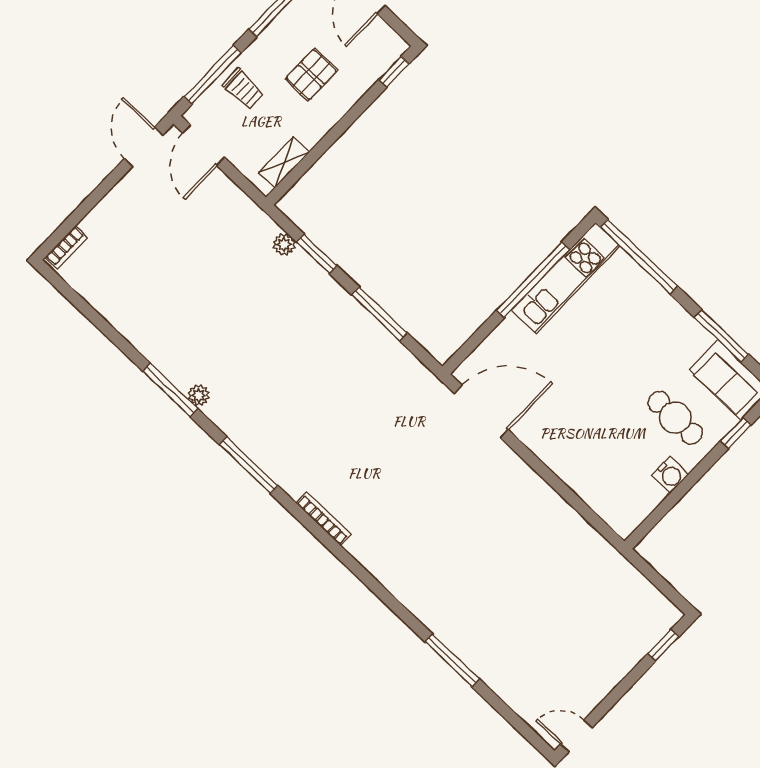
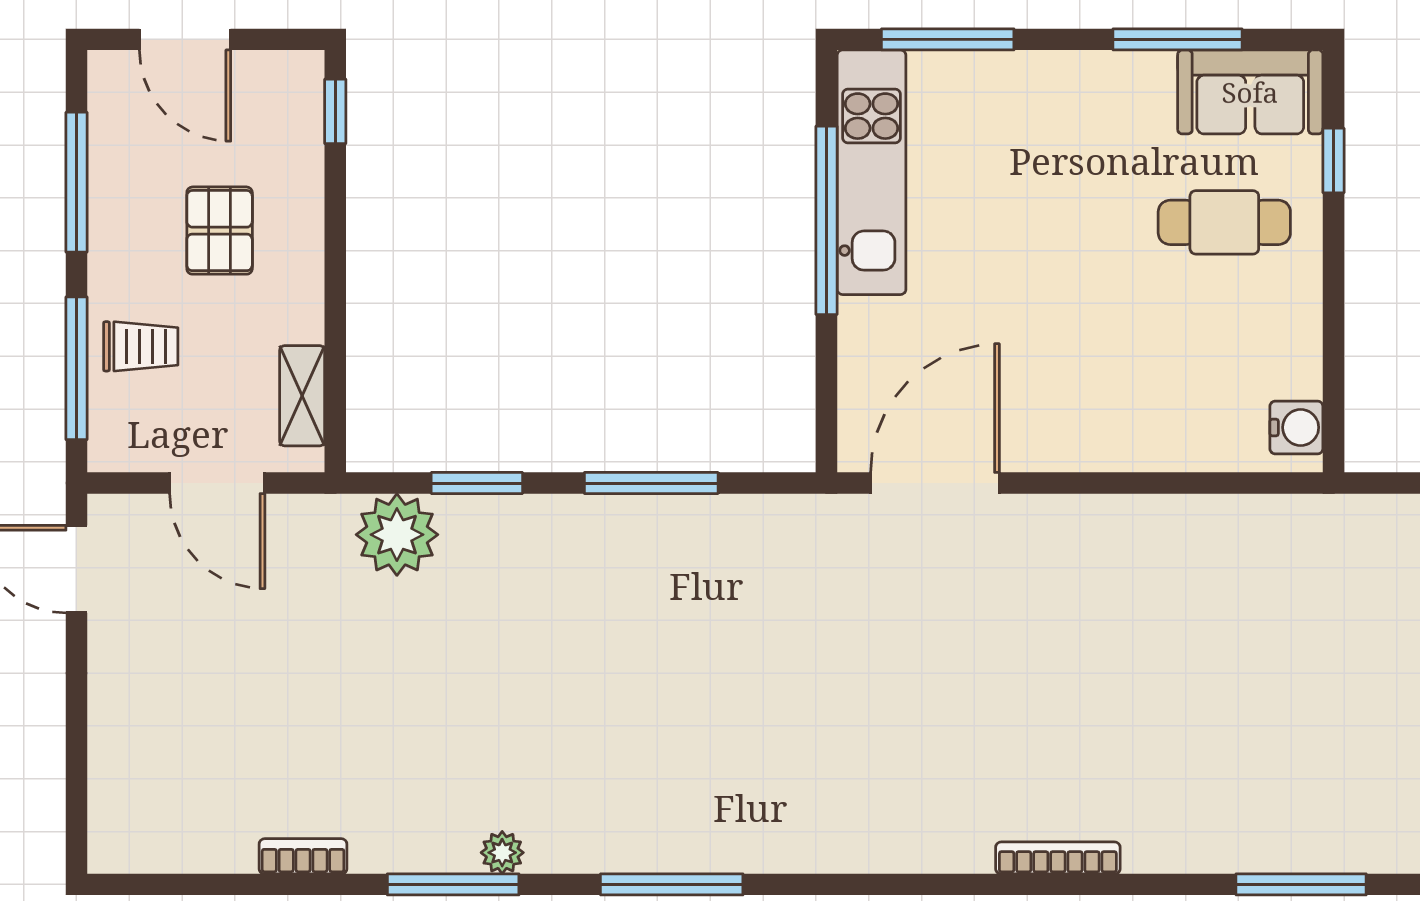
door: (204, 145) -> (217, 483), moved
plant: (284, 245) -> (397, 535), width x1.87, depth x1.87
bookcase: (66, 248) -> (303, 856), moved, turned -90
window: (639, 257) -> (948, 39), width x0.68
water cooler: (670, 475) -> (1296, 427), moved
bookcase: (323, 519) -> (1058, 858), moved
window: (452, 660) -> (1301, 884), moved

